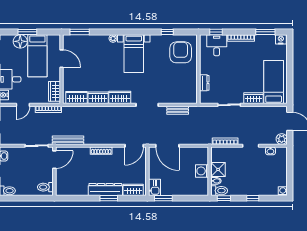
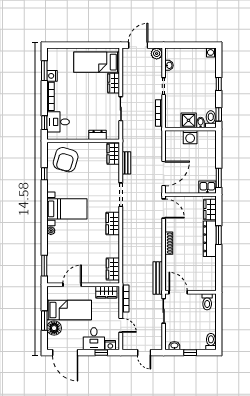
nightstand: (281, 39) -> (52, 76), moved
armchair: (181, 52) -> (66, 160), turned -74
wardrobe: (98, 98) -> (113, 154), moved

